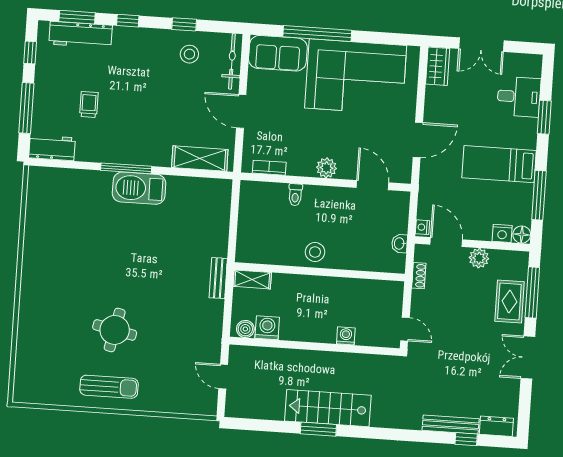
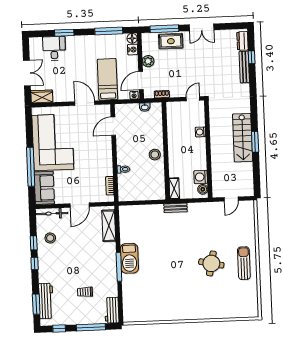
window: (128, 21) -> (35, 263), moved
bed: (499, 164) -> (107, 79), moved, turned 180
plant: (326, 168) -> (106, 153), removed

